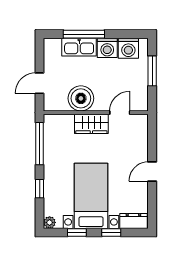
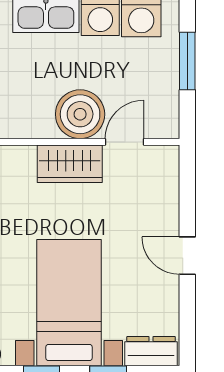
boiler: (81, 98) -> (80, 114), moved
door: (152, 172) -> (187, 256), hinge flipped

